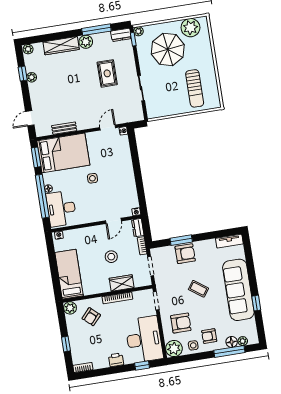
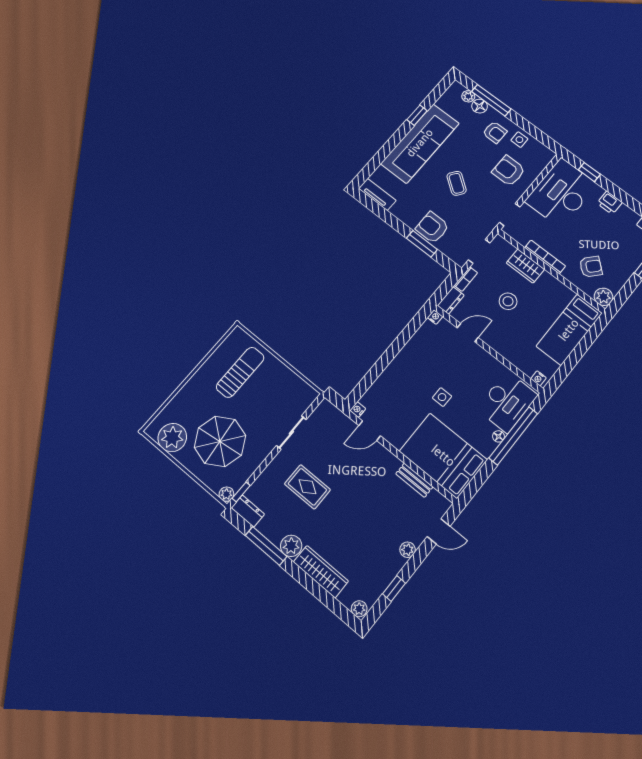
rug: (107, 73) -> (307, 487), turned 90
plant: (32, 77) -> (408, 550), moved
window: (36, 157) -> (477, 483), removed
plant: (174, 349) -> (541, 156), removed

